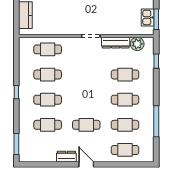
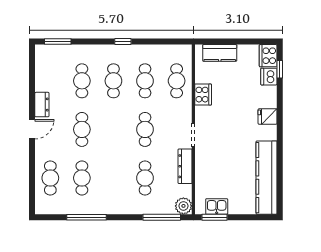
cooker: (59, 28) -> (203, 95), added
plant: (137, 44) -> (183, 206), moved
window: (156, 61) -> (162, 217), width x2.17
cafe table: (125, 100) -> (145, 129), moved

